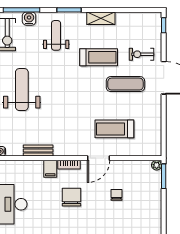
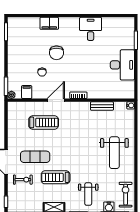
filing cabinet: (50, 169) -> (27, 92), moved
chair: (71, 197) -> (56, 53), moved

